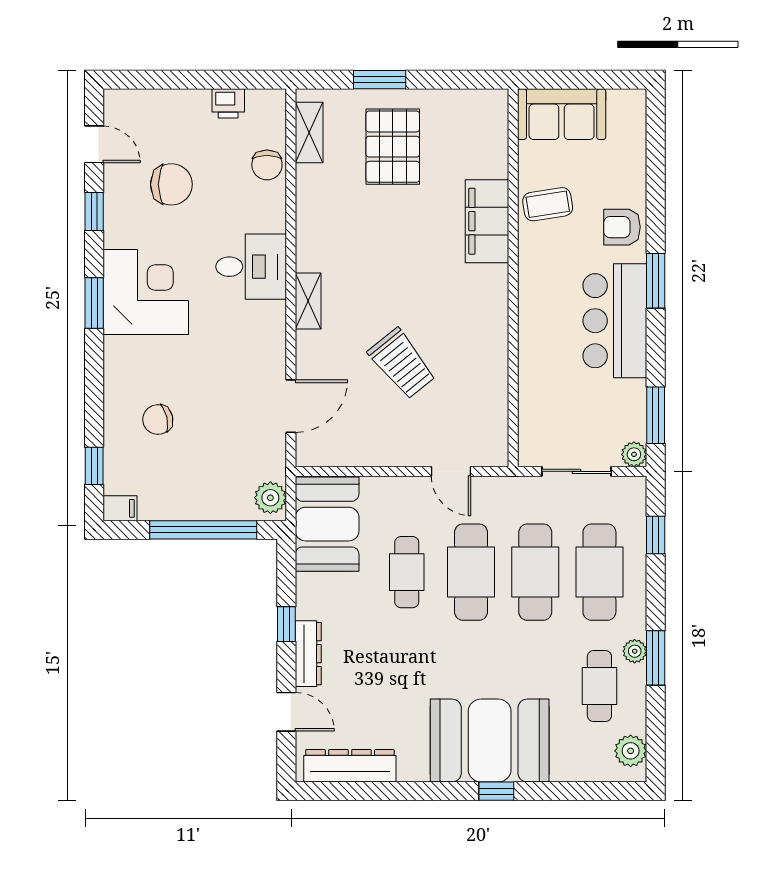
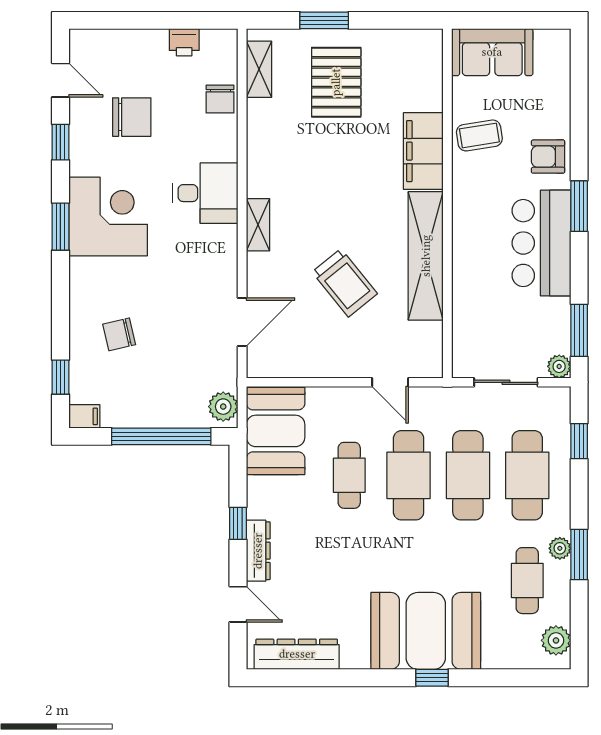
shelving: (490, 335) -> (426, 256), added

